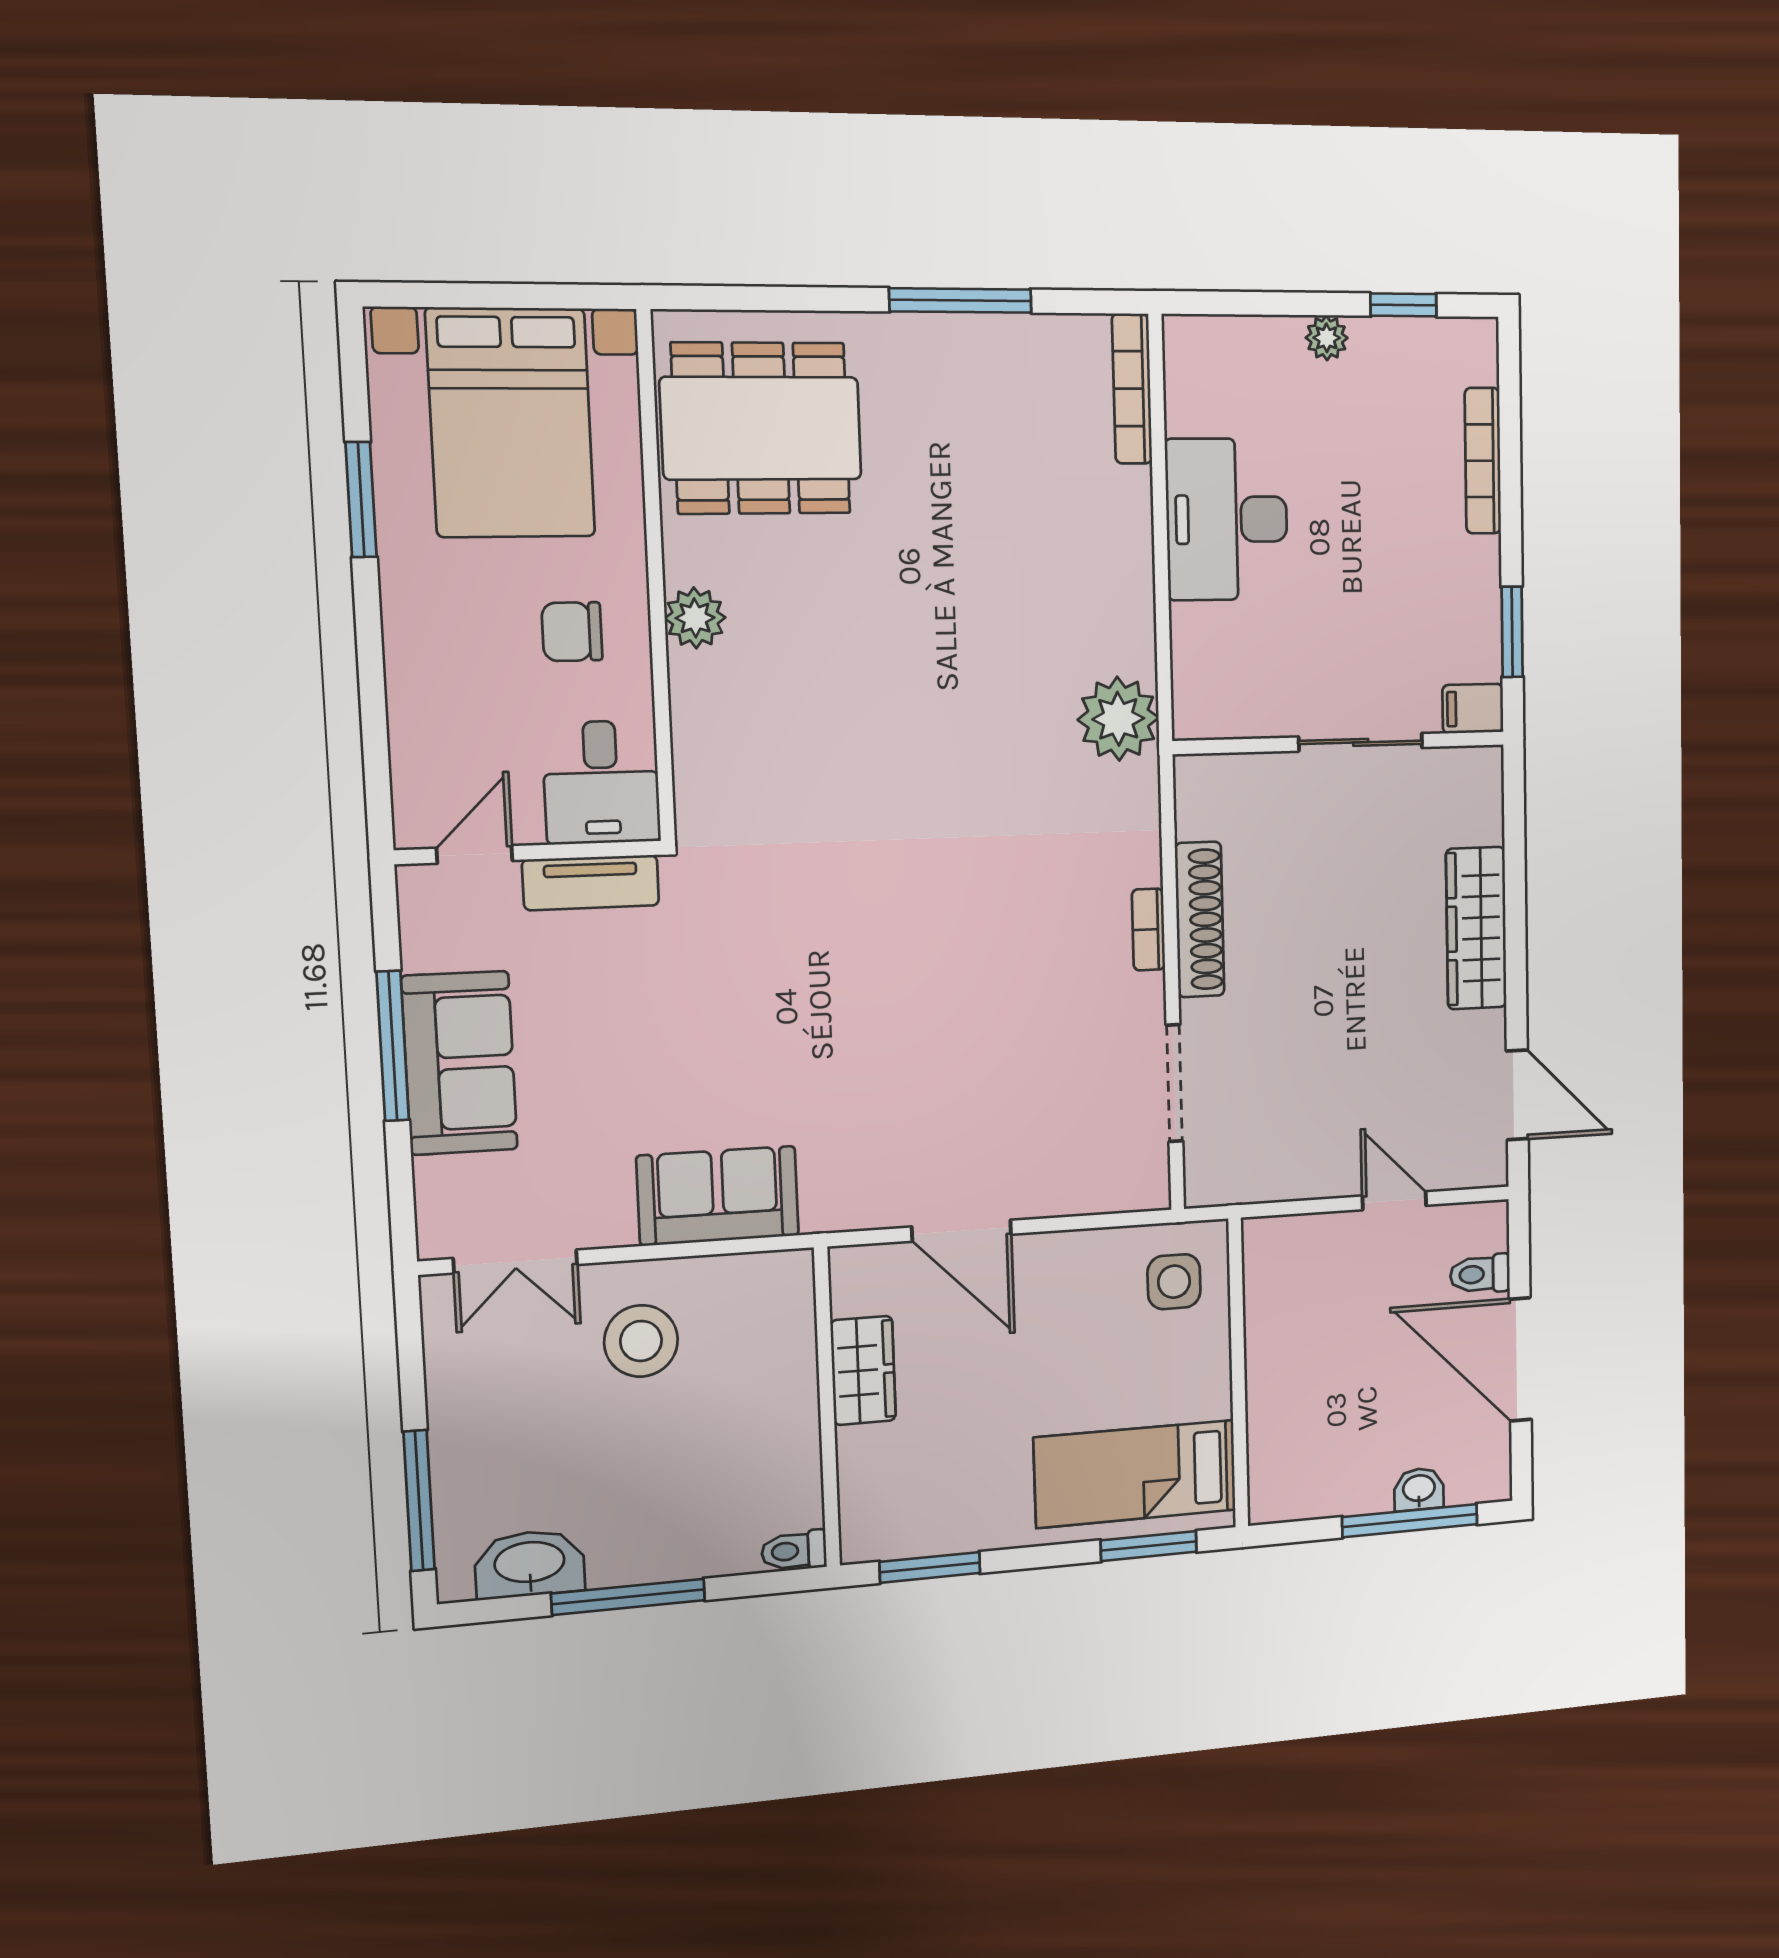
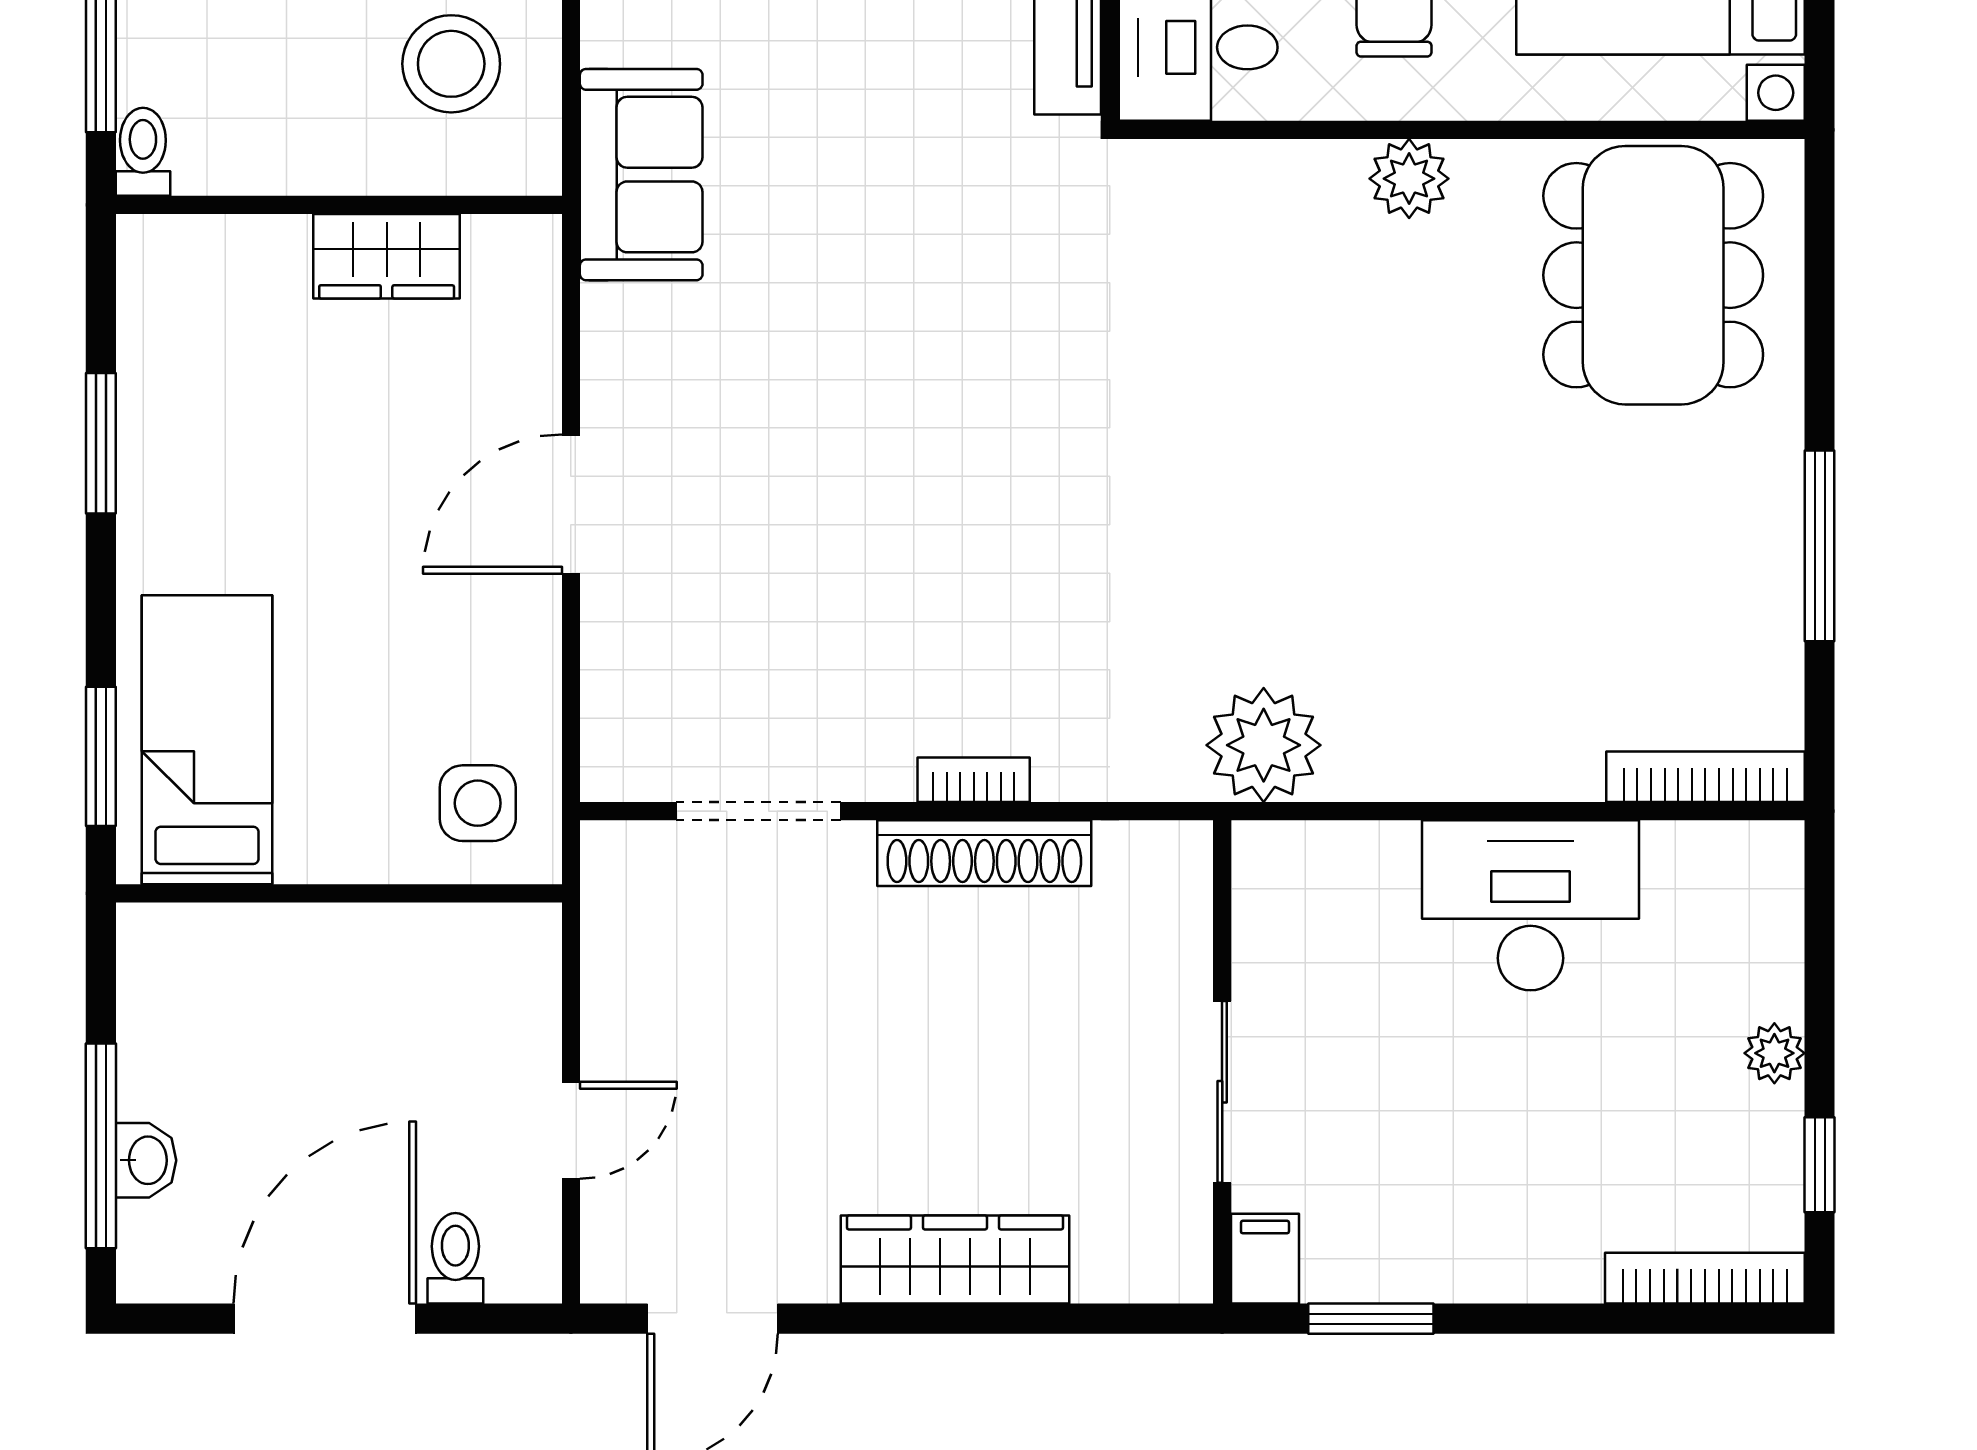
bookcase: (1483, 461) -> (1705, 1278), moved
wardrobe: (863, 1370) -> (387, 256), moved
wall: (827, 1408) -> (339, 205), moved
toilet: (794, 1551) -> (143, 152), moved

